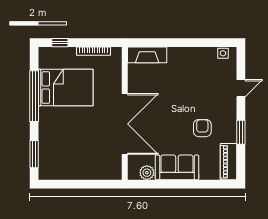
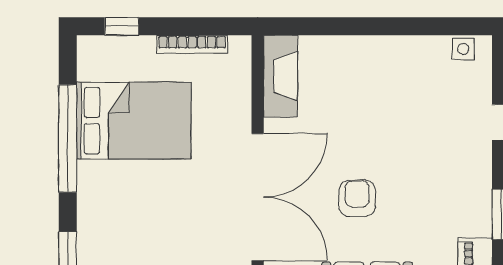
fireplace: (147, 55) -> (280, 76), moved, turned -90
armchair: (202, 128) -> (357, 198), moved

